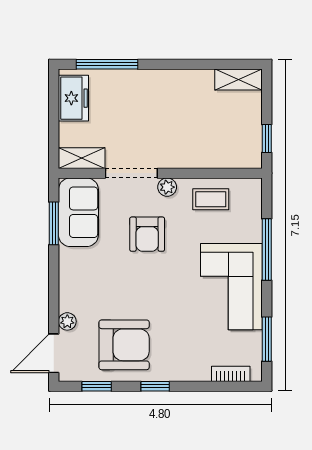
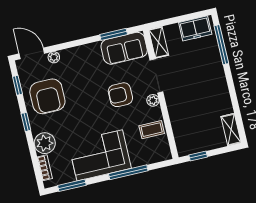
coffee table: (211, 199) -> (152, 130), turned 90
plant: (194, 365) -> (45, 143), added

